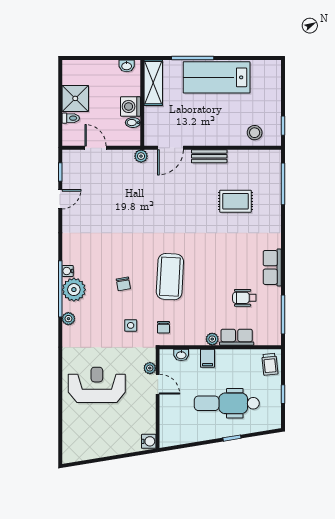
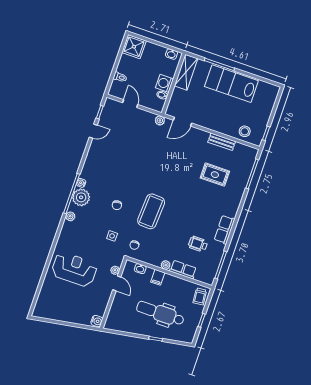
shower: (75, 98) -> (134, 47), moved
bench: (209, 156) -> (222, 142), moved

